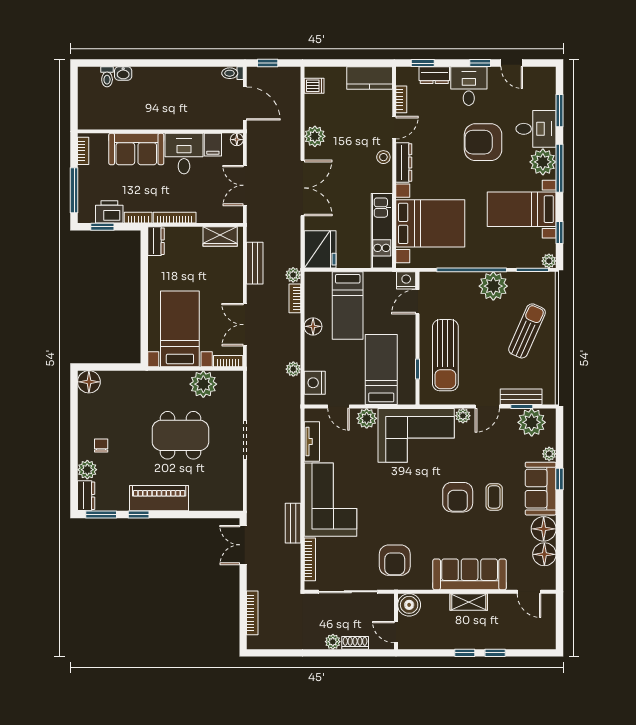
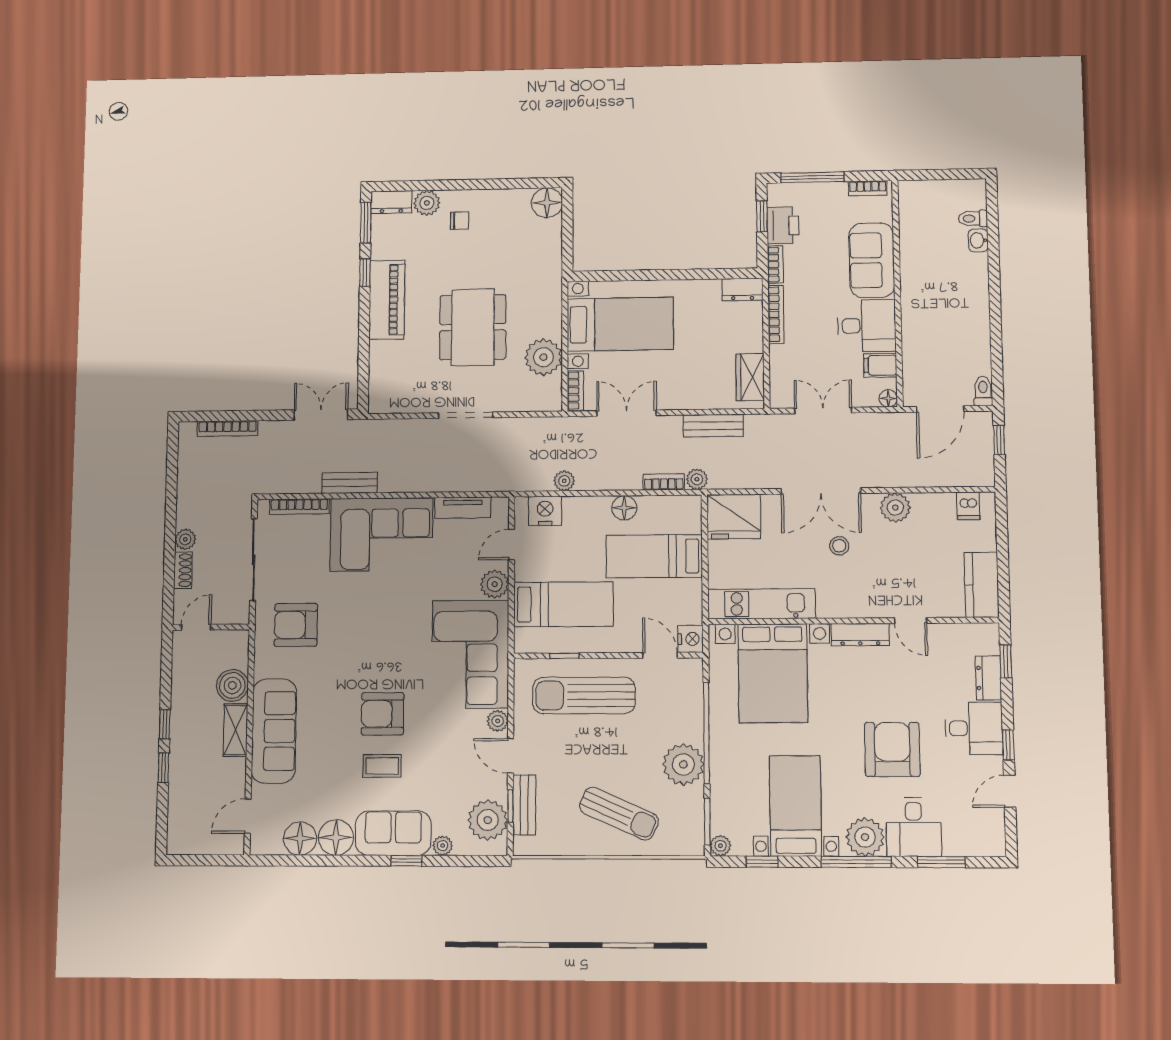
bookcase: (401, 99) -> (952, 631), removed
stool: (383, 157) -> (839, 546), moved
boiler: (409, 605) -> (232, 685), moved

